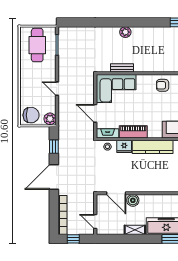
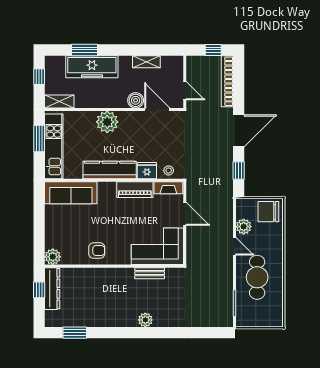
cafe table: (37, 45) -> (257, 277), moved
plant: (50, 119) -> (244, 227), moved
plant: (155, 184) -> (107, 122), added
door: (95, 221) -> (185, 91), moved
shelving: (135, 230) -> (146, 62), moved

